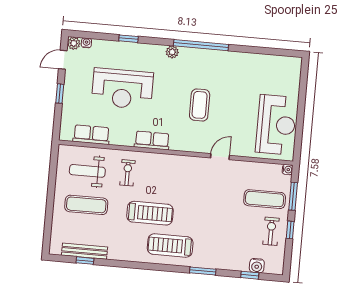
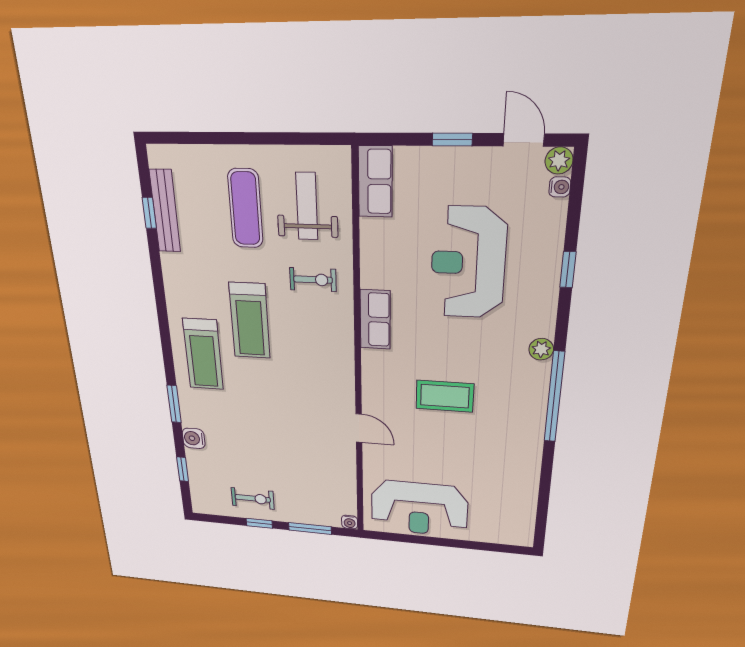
row of seats: (91, 135) -> (375, 182), moved
exercise mat: (265, 199) -> (300, 491), removed
treadmill: (170, 246) -> (203, 354), turned 180
water cooler: (257, 266) -> (194, 438), moved

